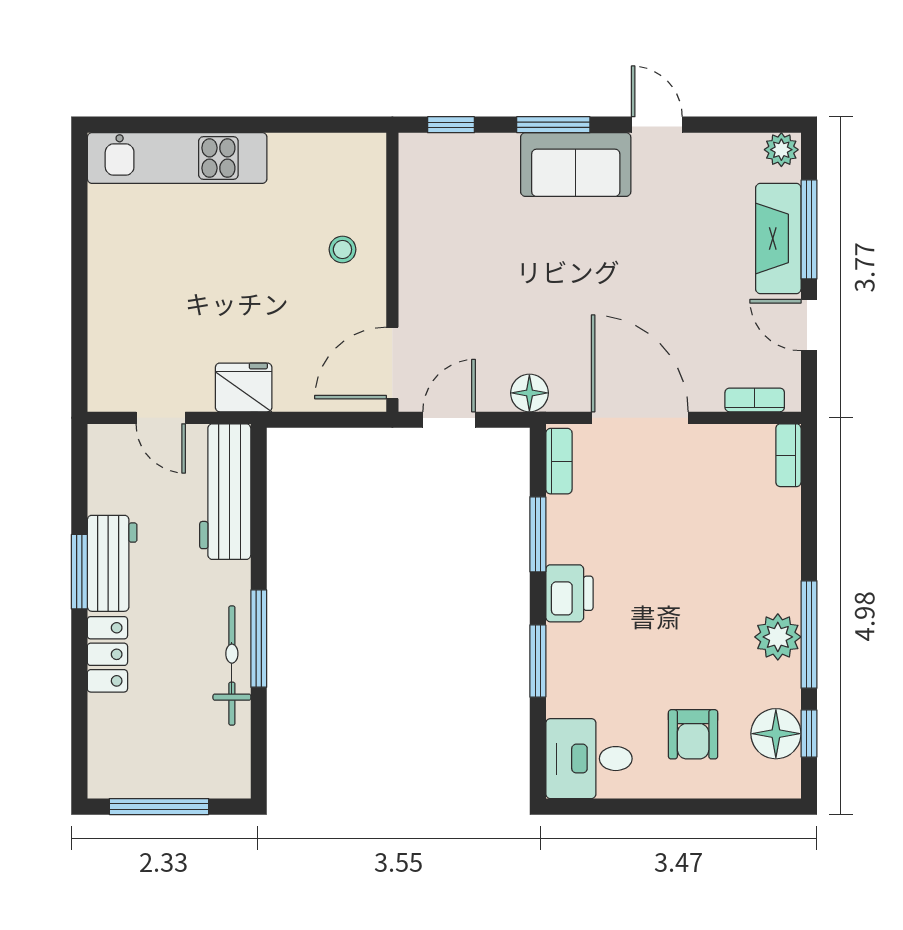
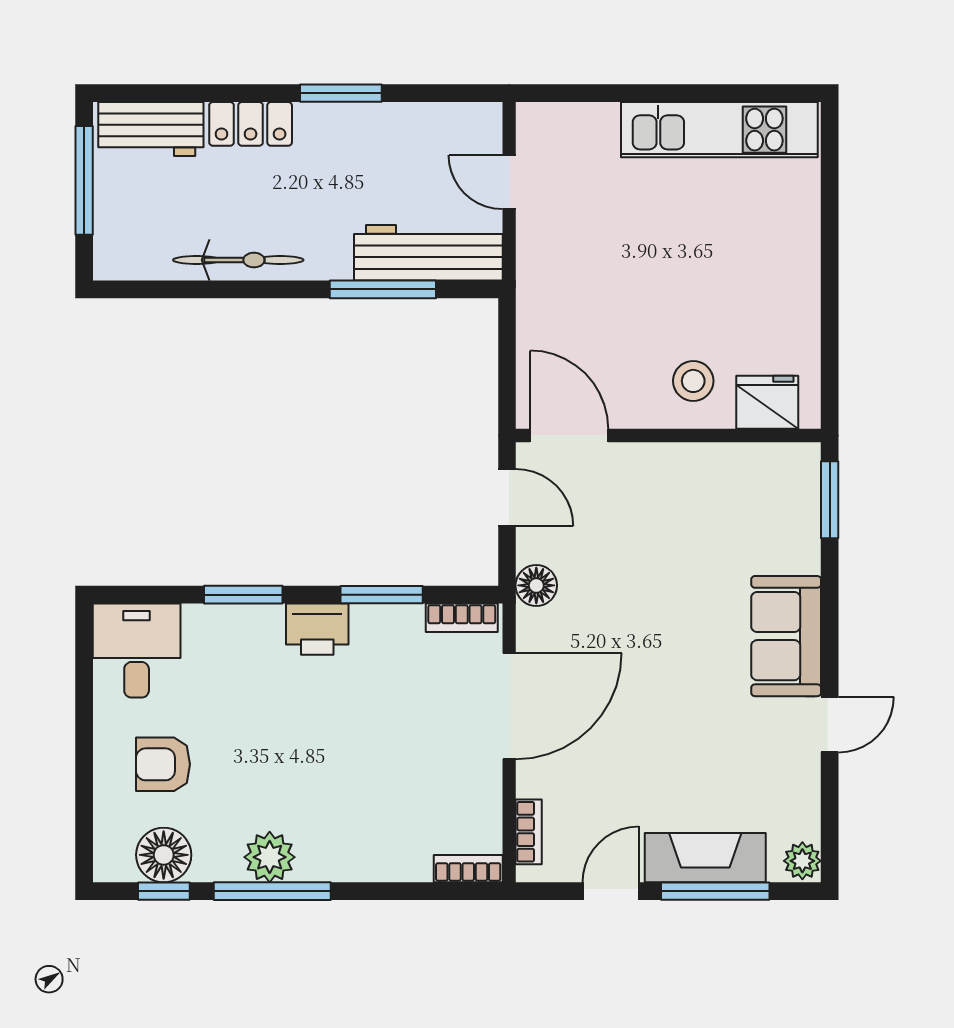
window: (451, 125) -> (830, 500), width x1.50
window: (553, 125) -> (830, 612), removed
kitchen unit: (177, 158) -> (719, 130), moved, turned -90
stool: (342, 249) -> (693, 381), width x1.37, depth x1.37
fridge: (244, 387) -> (767, 402), moved, turned -90
door: (161, 418) -> (509, 182), hinge flipped
workbench: (112, 563) -> (151, 129), moved
window: (259, 639) -> (383, 289), moved

